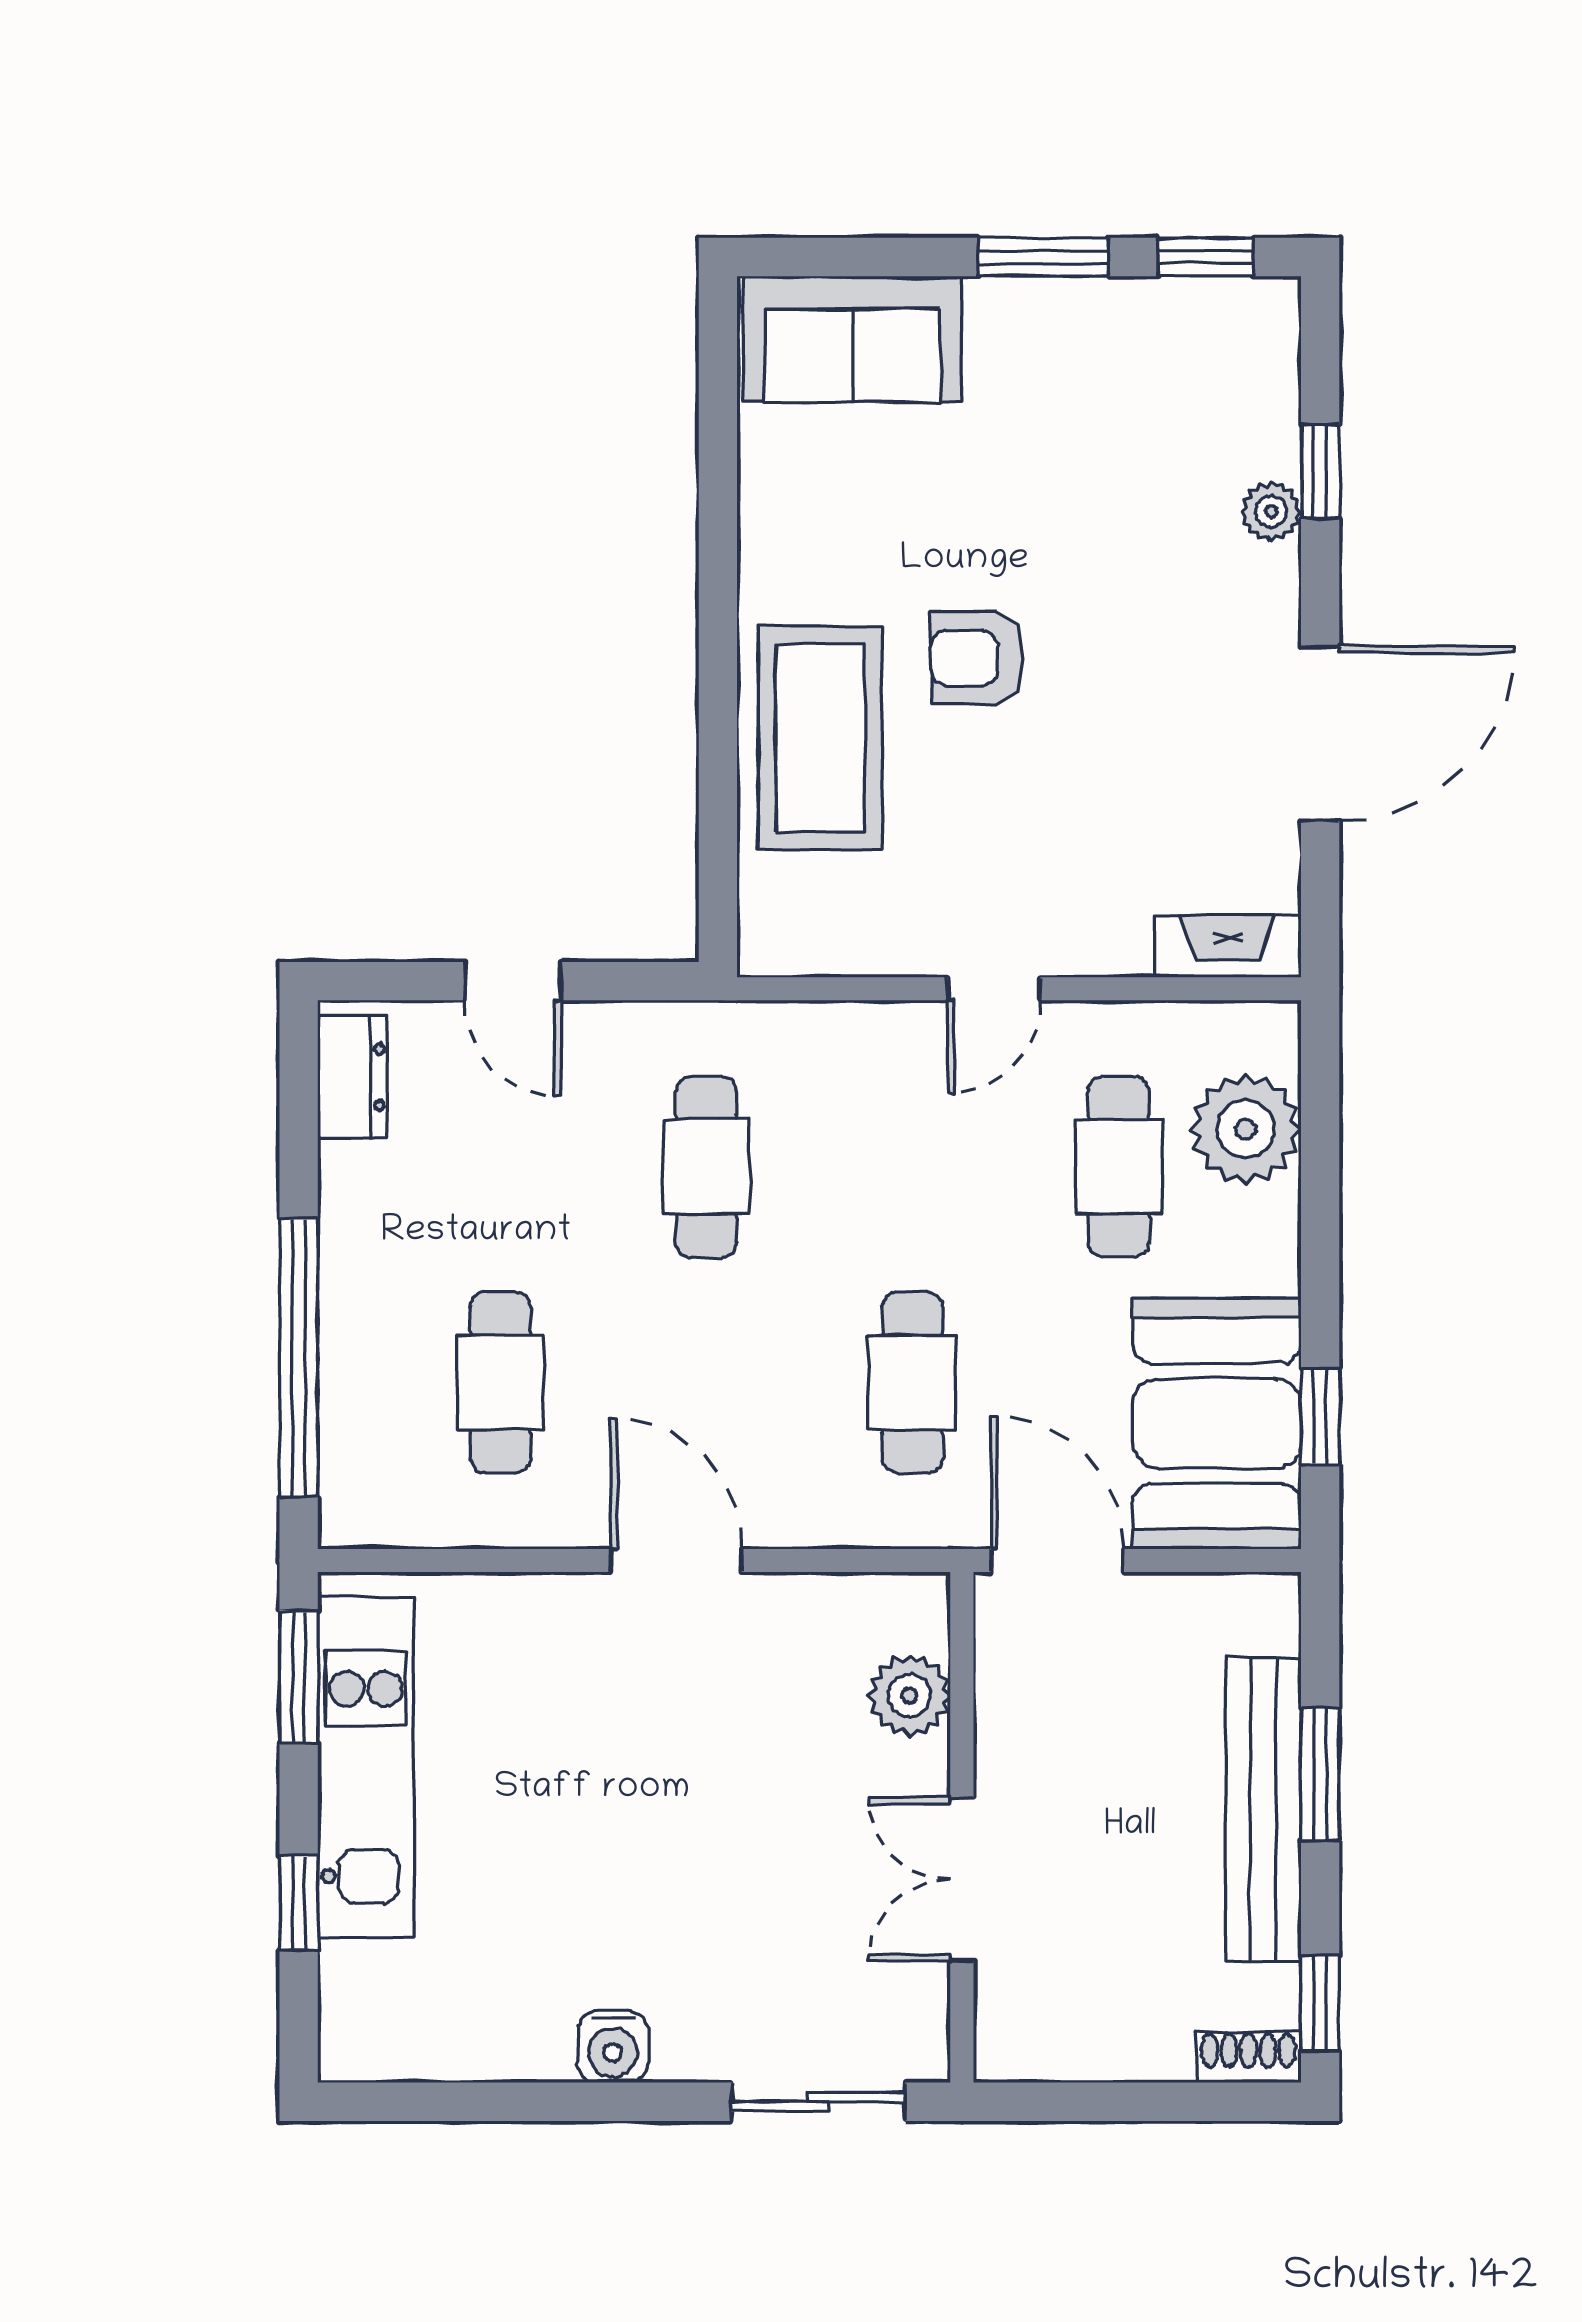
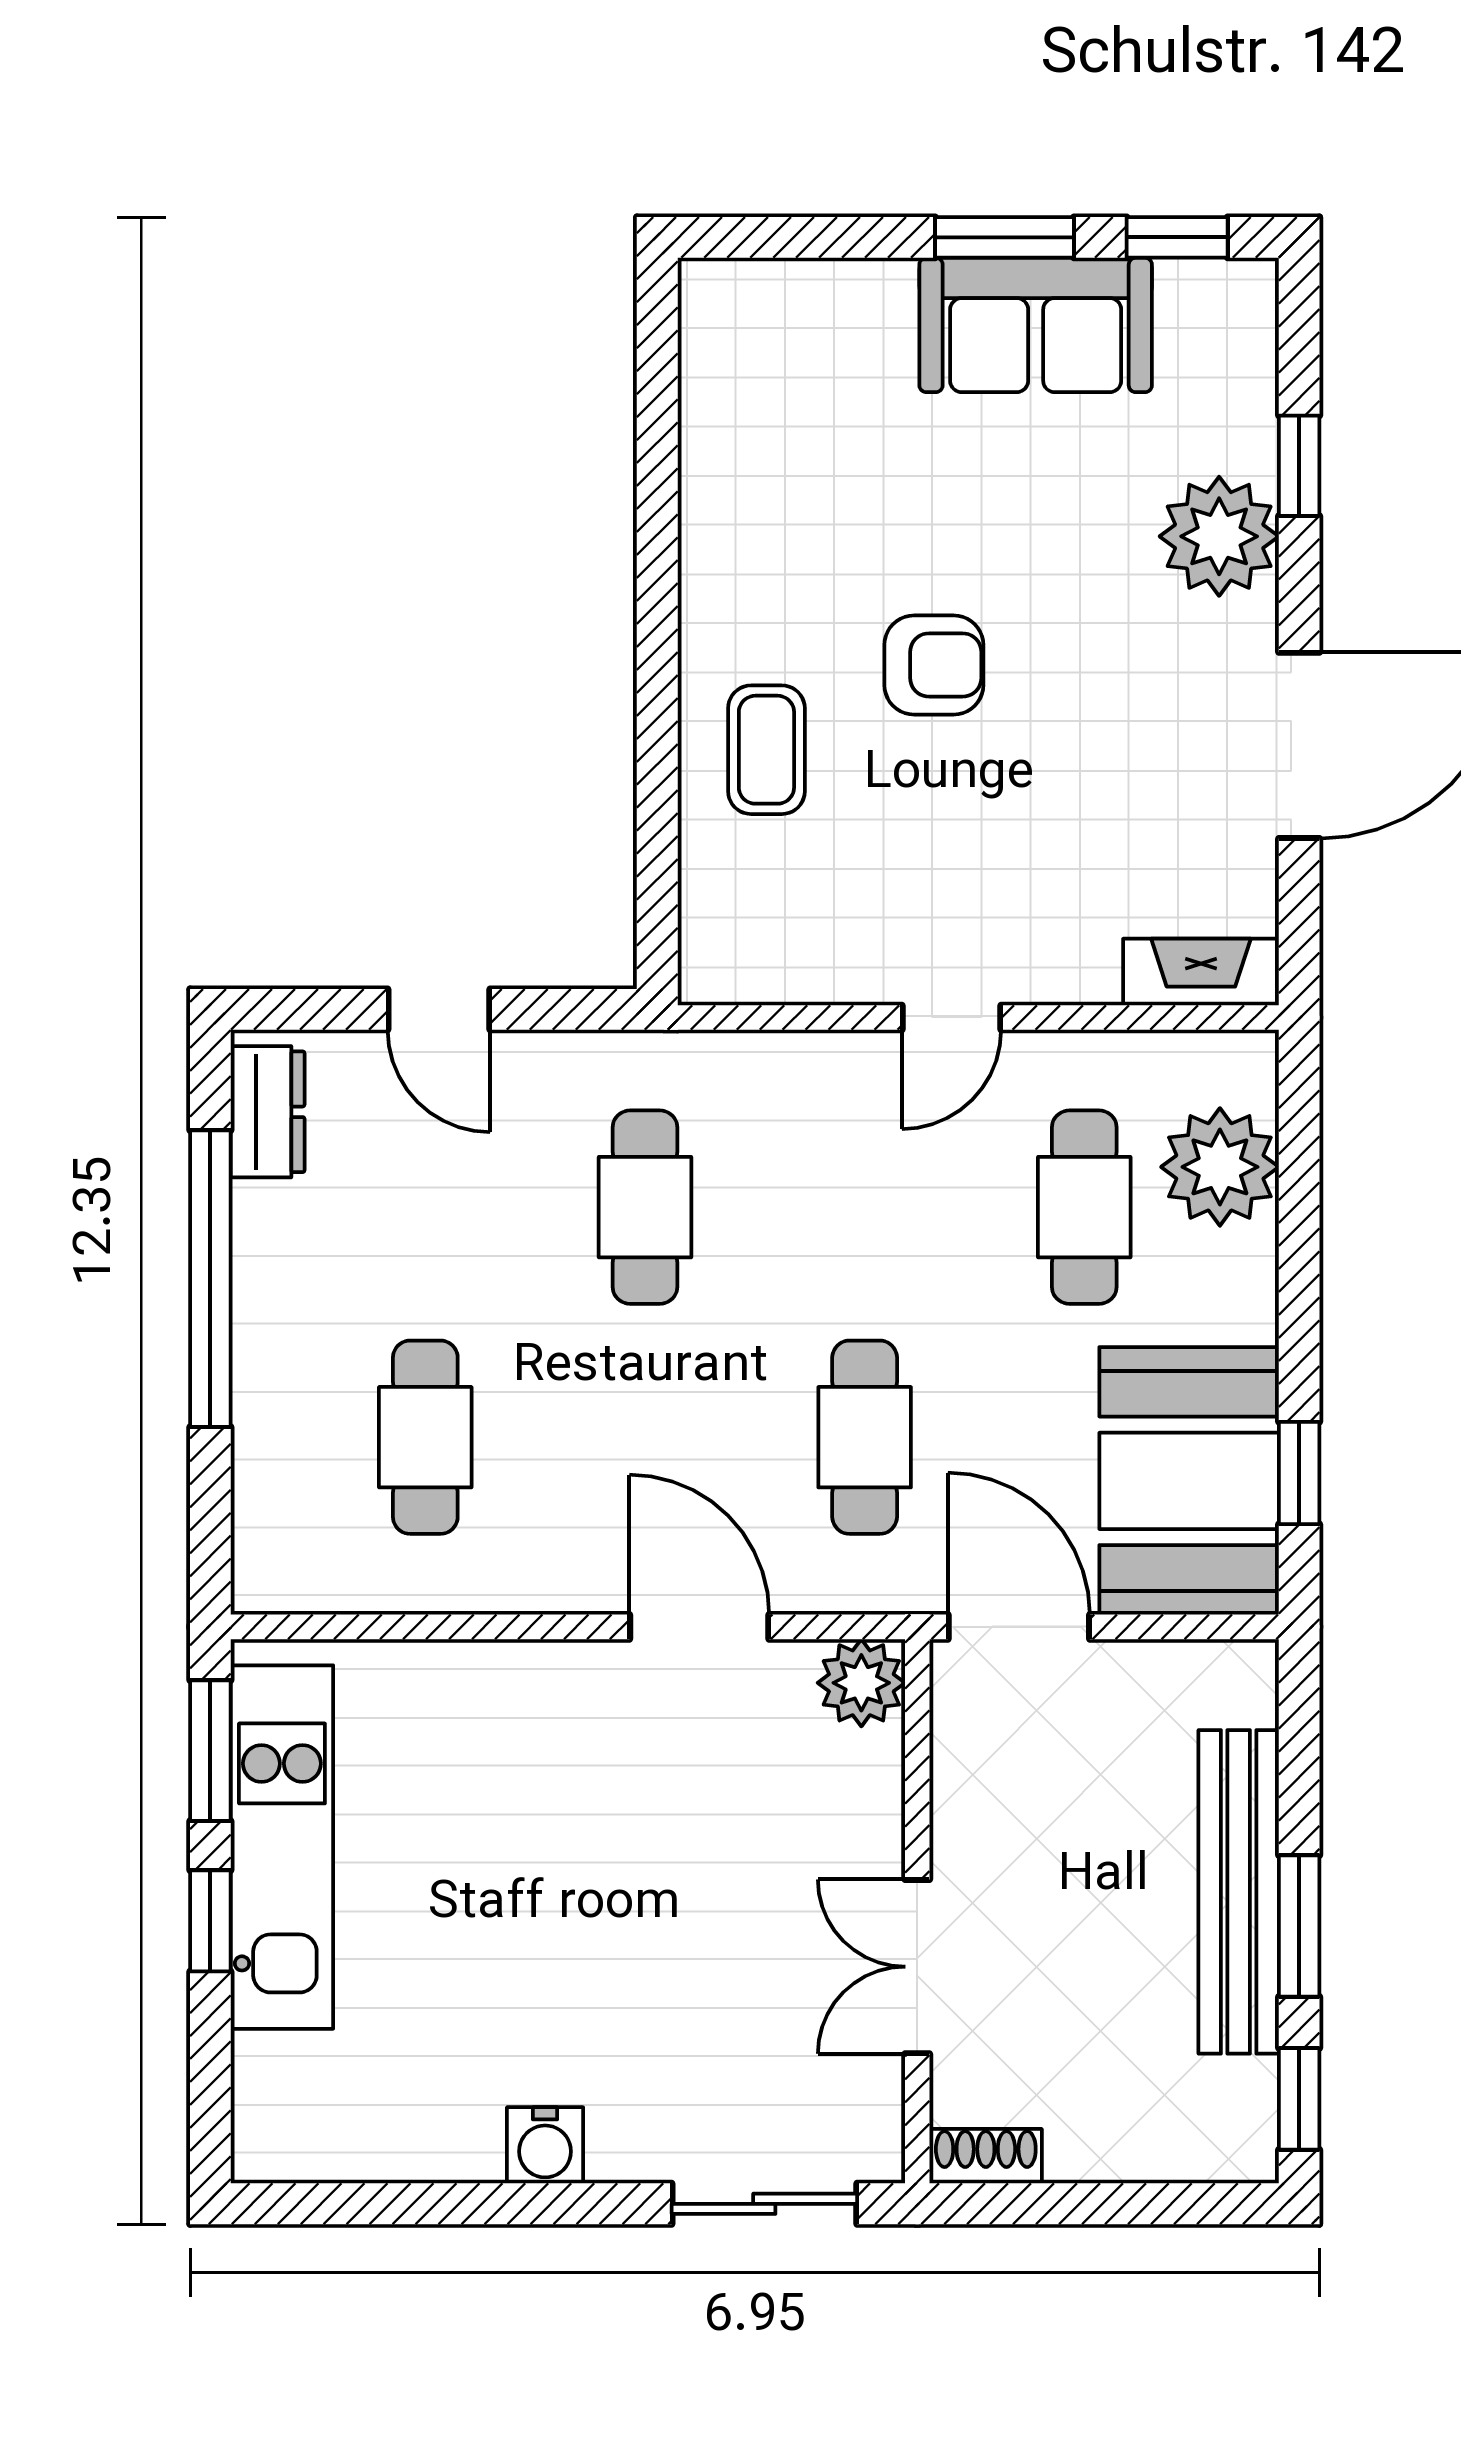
sofa: (852, 339) -> (1036, 325), moved
plant: (1271, 511) -> (1219, 536), width x1.87, depth x1.87
armchair: (977, 658) -> (934, 665), turned 180
coffee table: (820, 738) -> (766, 750), width x0.54, depth x0.58
window: (299, 1358) -> (210, 1279), moved
door: (676, 1561) -> (699, 1627), moved
plant: (909, 1696) -> (861, 1683), moved
window: (1320, 1775) -> (1299, 1926), moved
window: (299, 1903) -> (210, 1921), moved
shoe rack: (1248, 2057) -> (986, 2156), moved

